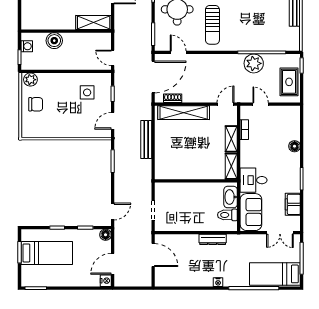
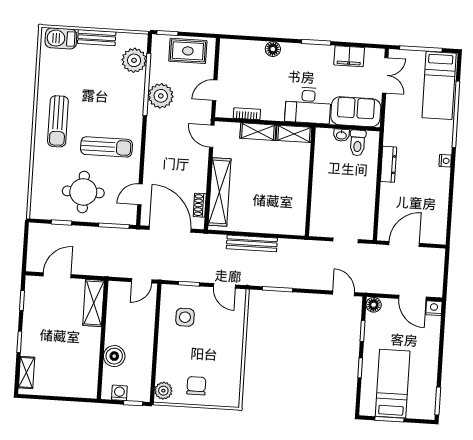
plant: (279, 42) -> (134, 60), added
desk: (254, 180) -> (308, 105), width x1.37
washbasin: (231, 197) -> (341, 135), width x0.52, depth x0.69

